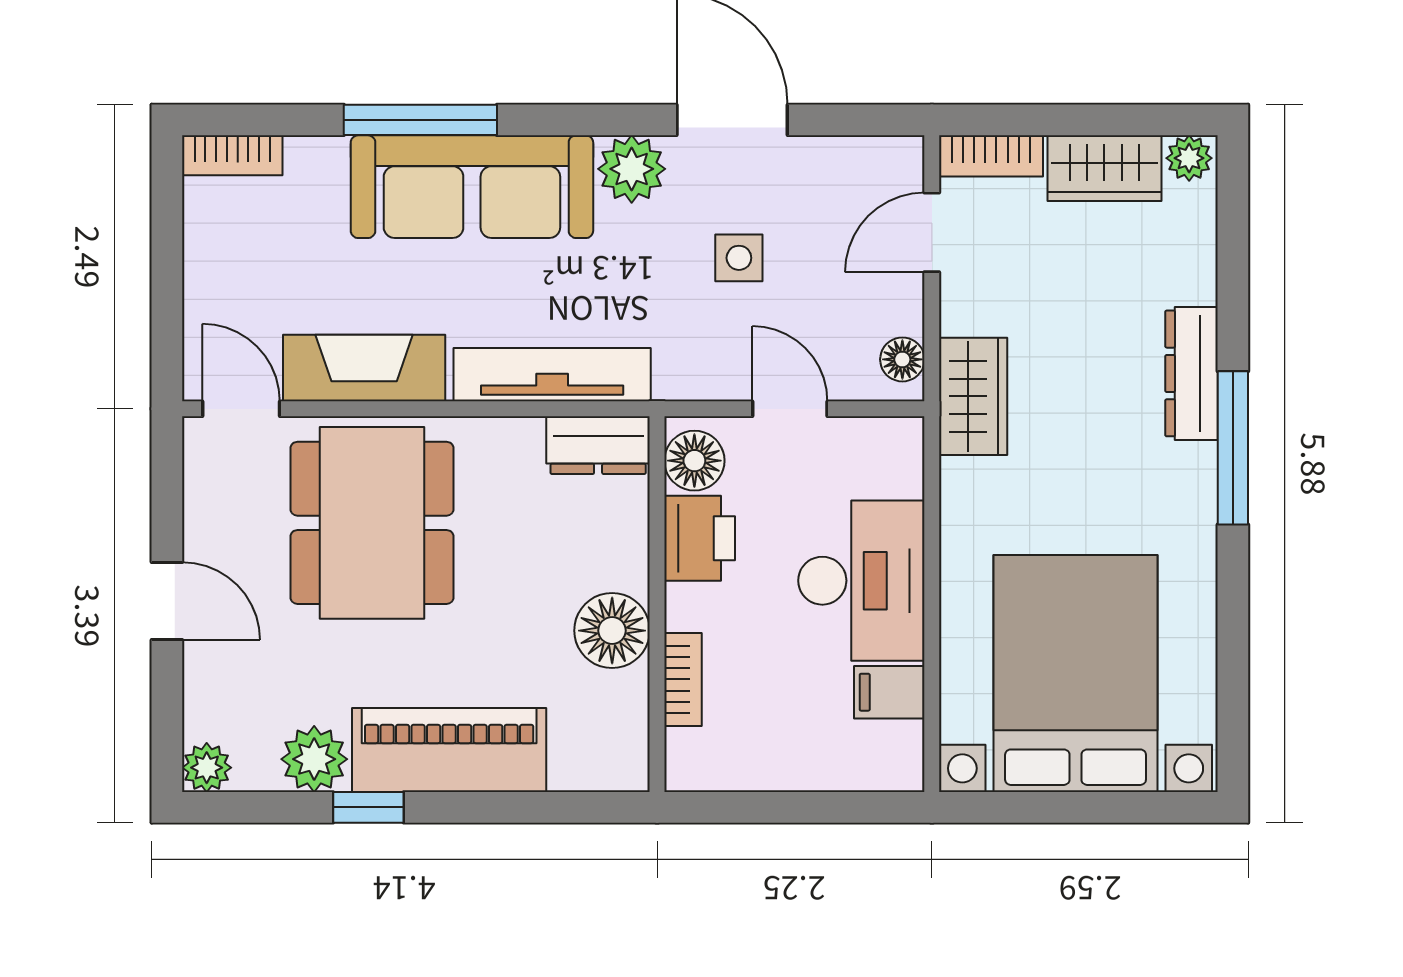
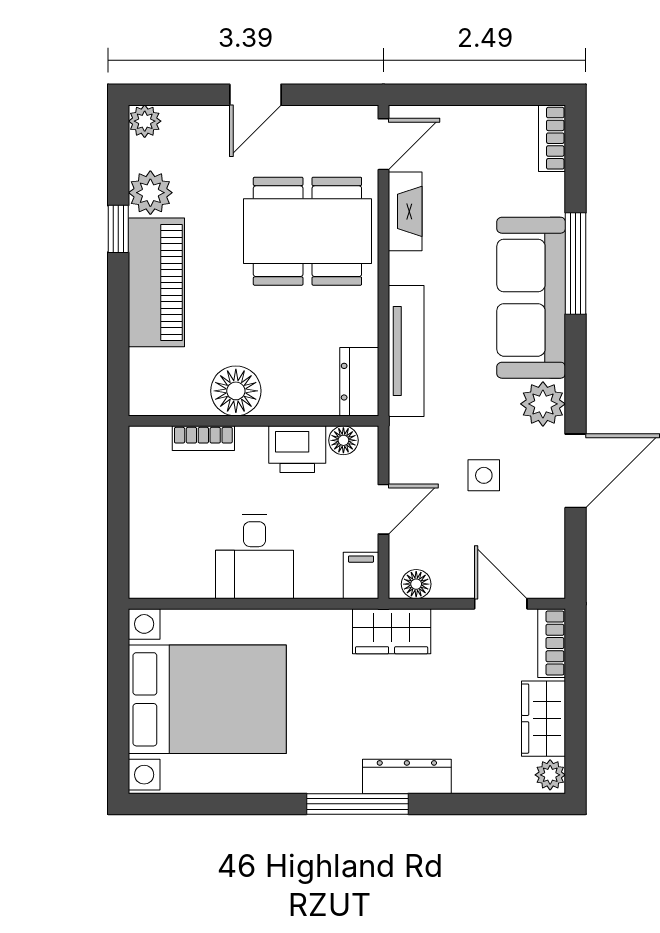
fireplace: (364, 368) -> (405, 211), width x0.73, depth x0.76
floor lamp: (694, 461) -> (343, 440), width x0.73, depth x0.73
desk: (861, 581) -> (255, 557), width x0.73
filing cabinet: (889, 692) -> (361, 575), moved

